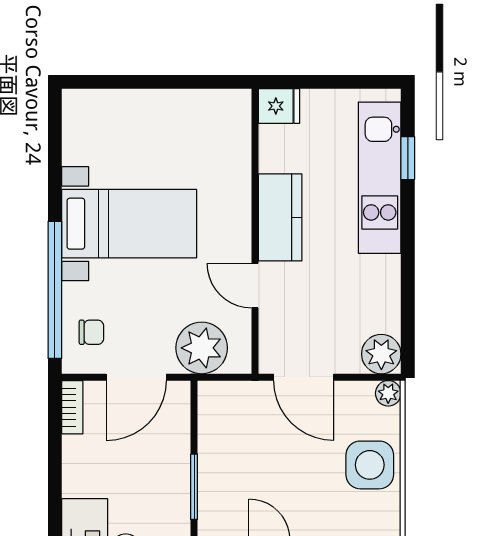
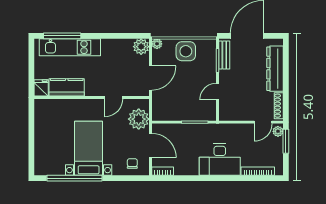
window: (408, 158) -> (62, 36), width x2.17
kitchen counter: (280, 217) -> (67, 87), moved
window: (55, 290) -> (74, 178), moved

